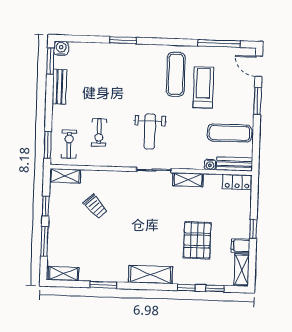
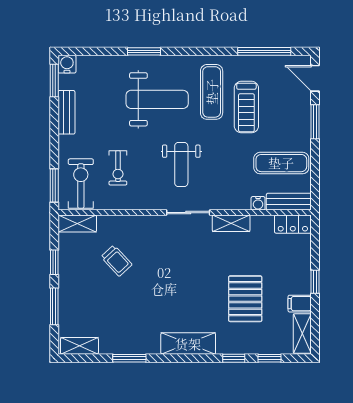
weight bench: (132, 79) -> (157, 99), added
treadmill: (203, 87) -> (246, 107), turned 180
exercise bike: (69, 144) -> (81, 184), width x1.38, depth x1.39

